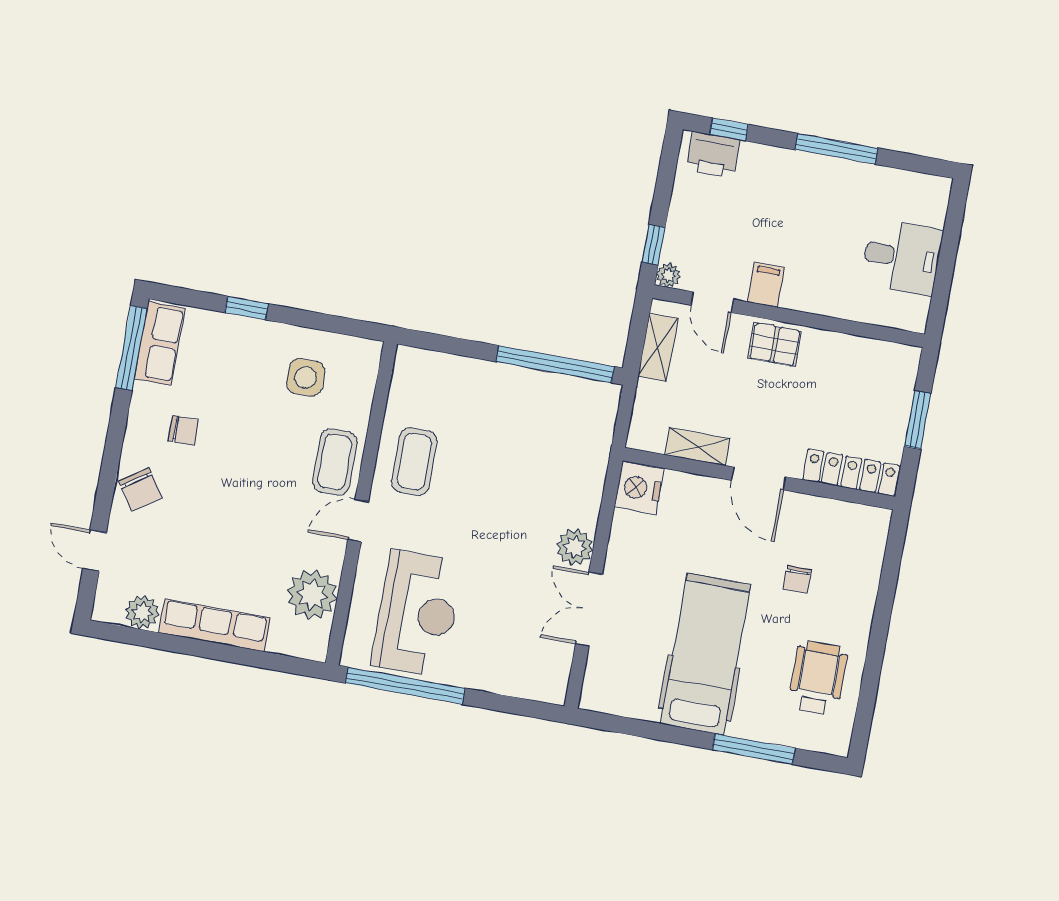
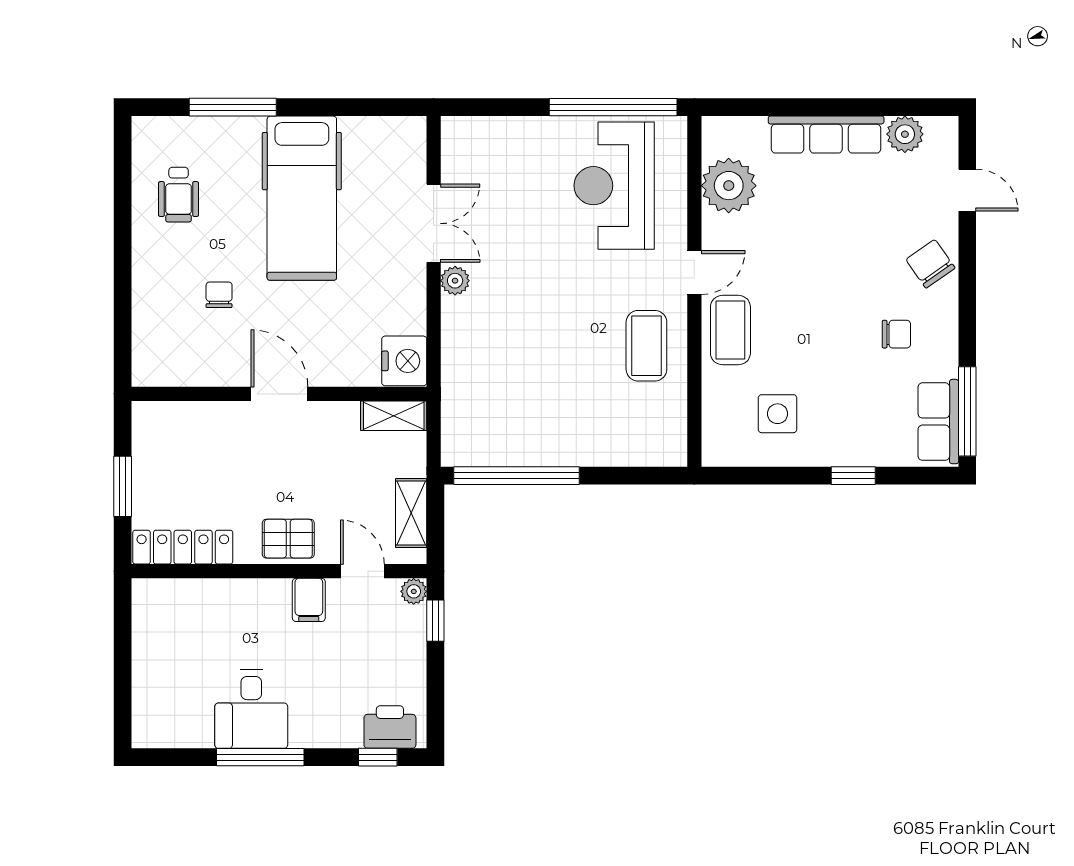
desk: (902, 257) -> (251, 709), moved, turned -90
chair: (183, 431) -> (896, 334), turned 180
shelving: (697, 447) -> (394, 416), moved
locker: (851, 473) -> (183, 547), moved, turned 180
plant: (575, 547) -> (455, 281), width x0.73, depth x0.73
wheelchair: (818, 678) -> (179, 195), width x0.73, depth x0.73

